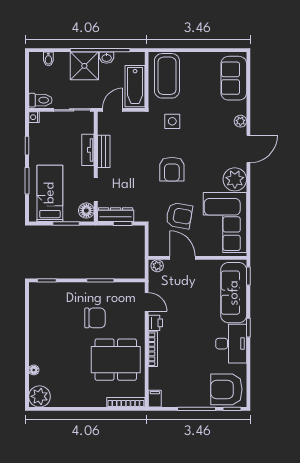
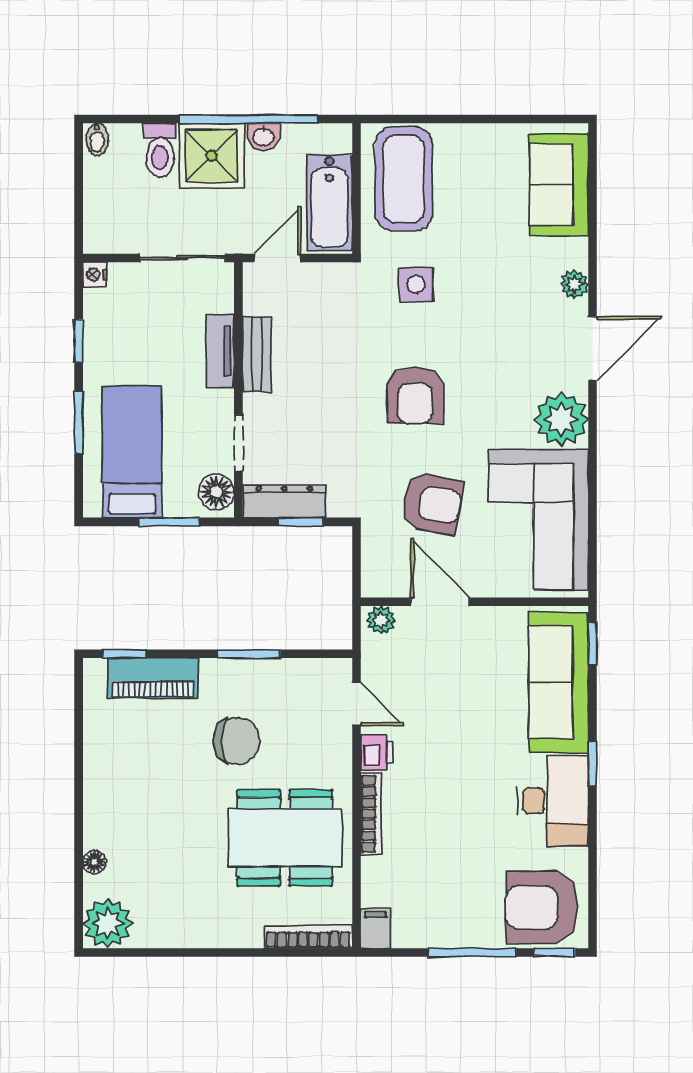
bidet: (48, 59) -> (97, 140), moved
toilet: (40, 100) -> (160, 150), moved, turned 90
piano: (59, 291) -> (153, 678), added

